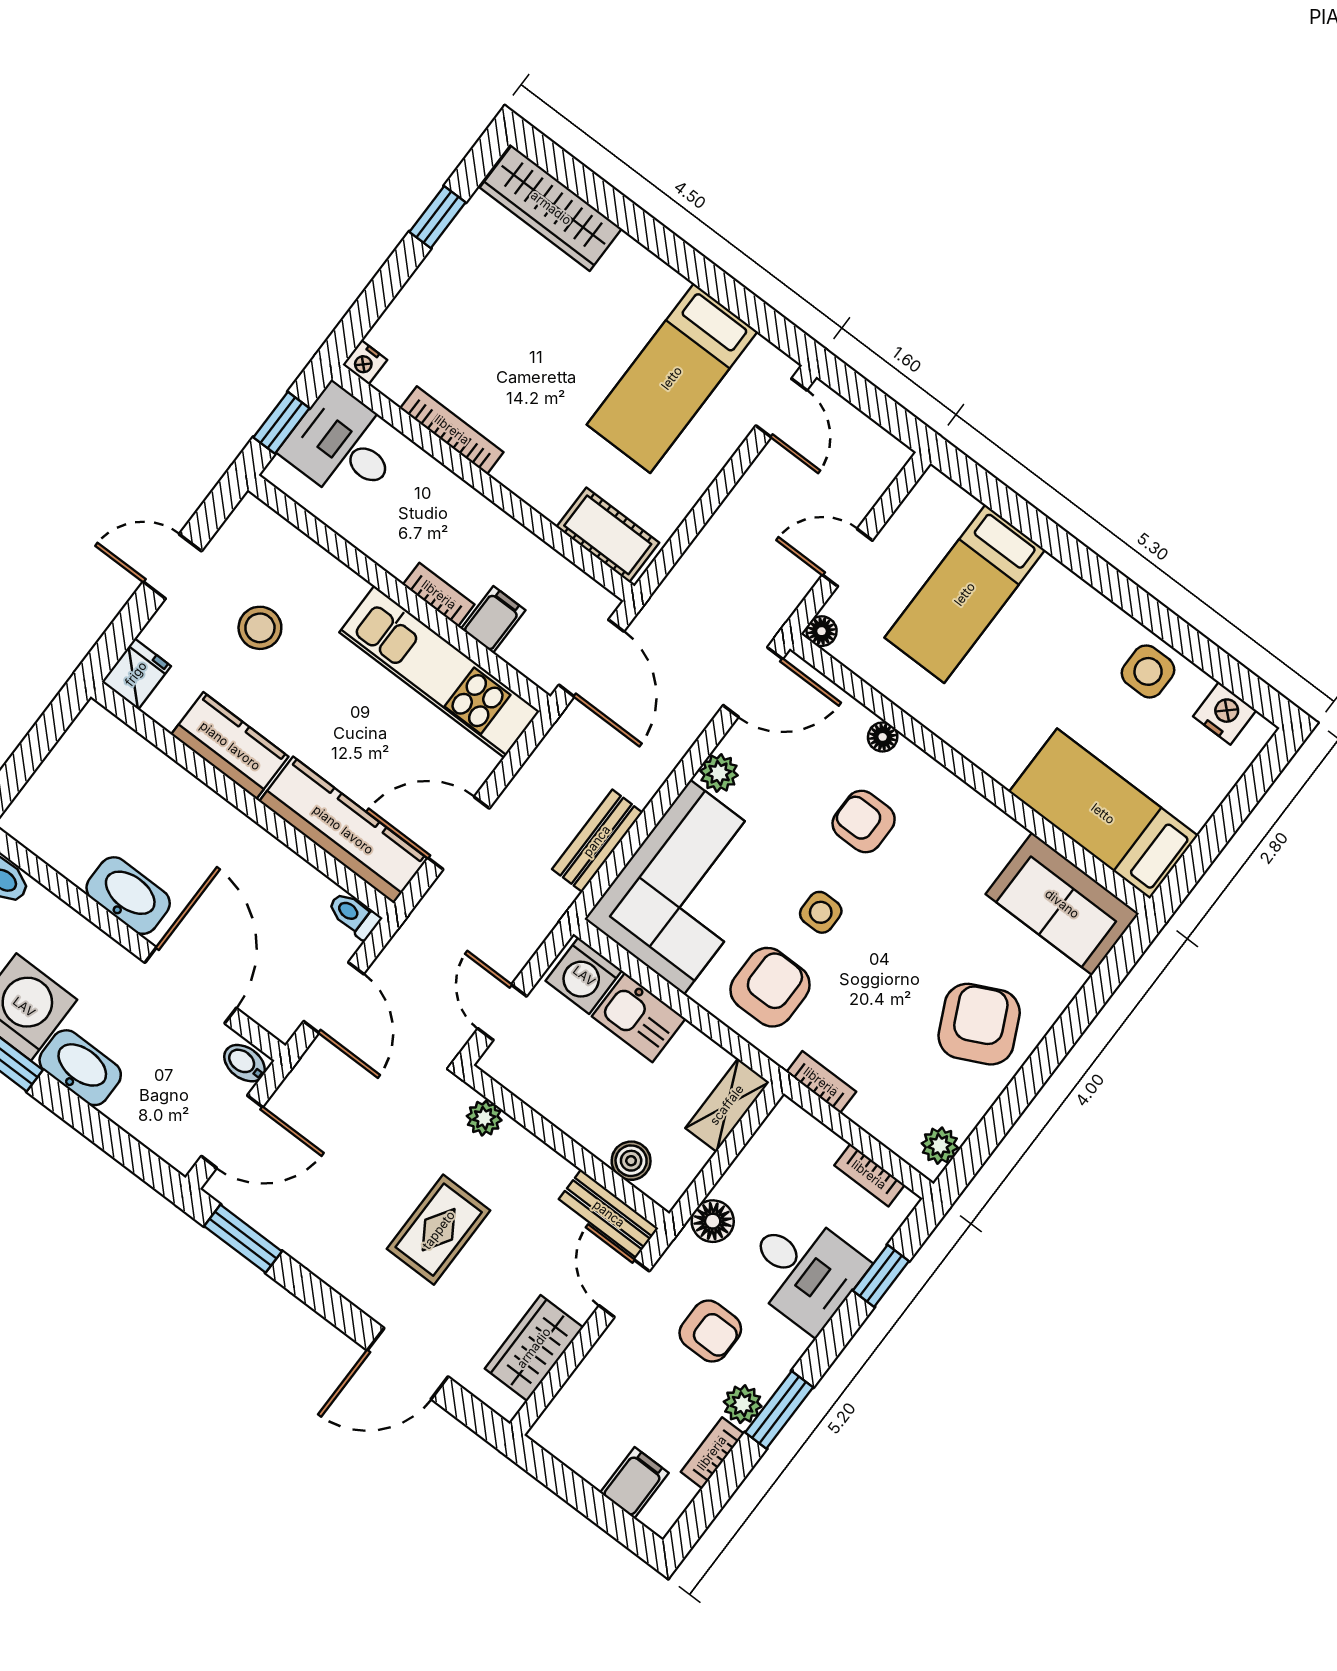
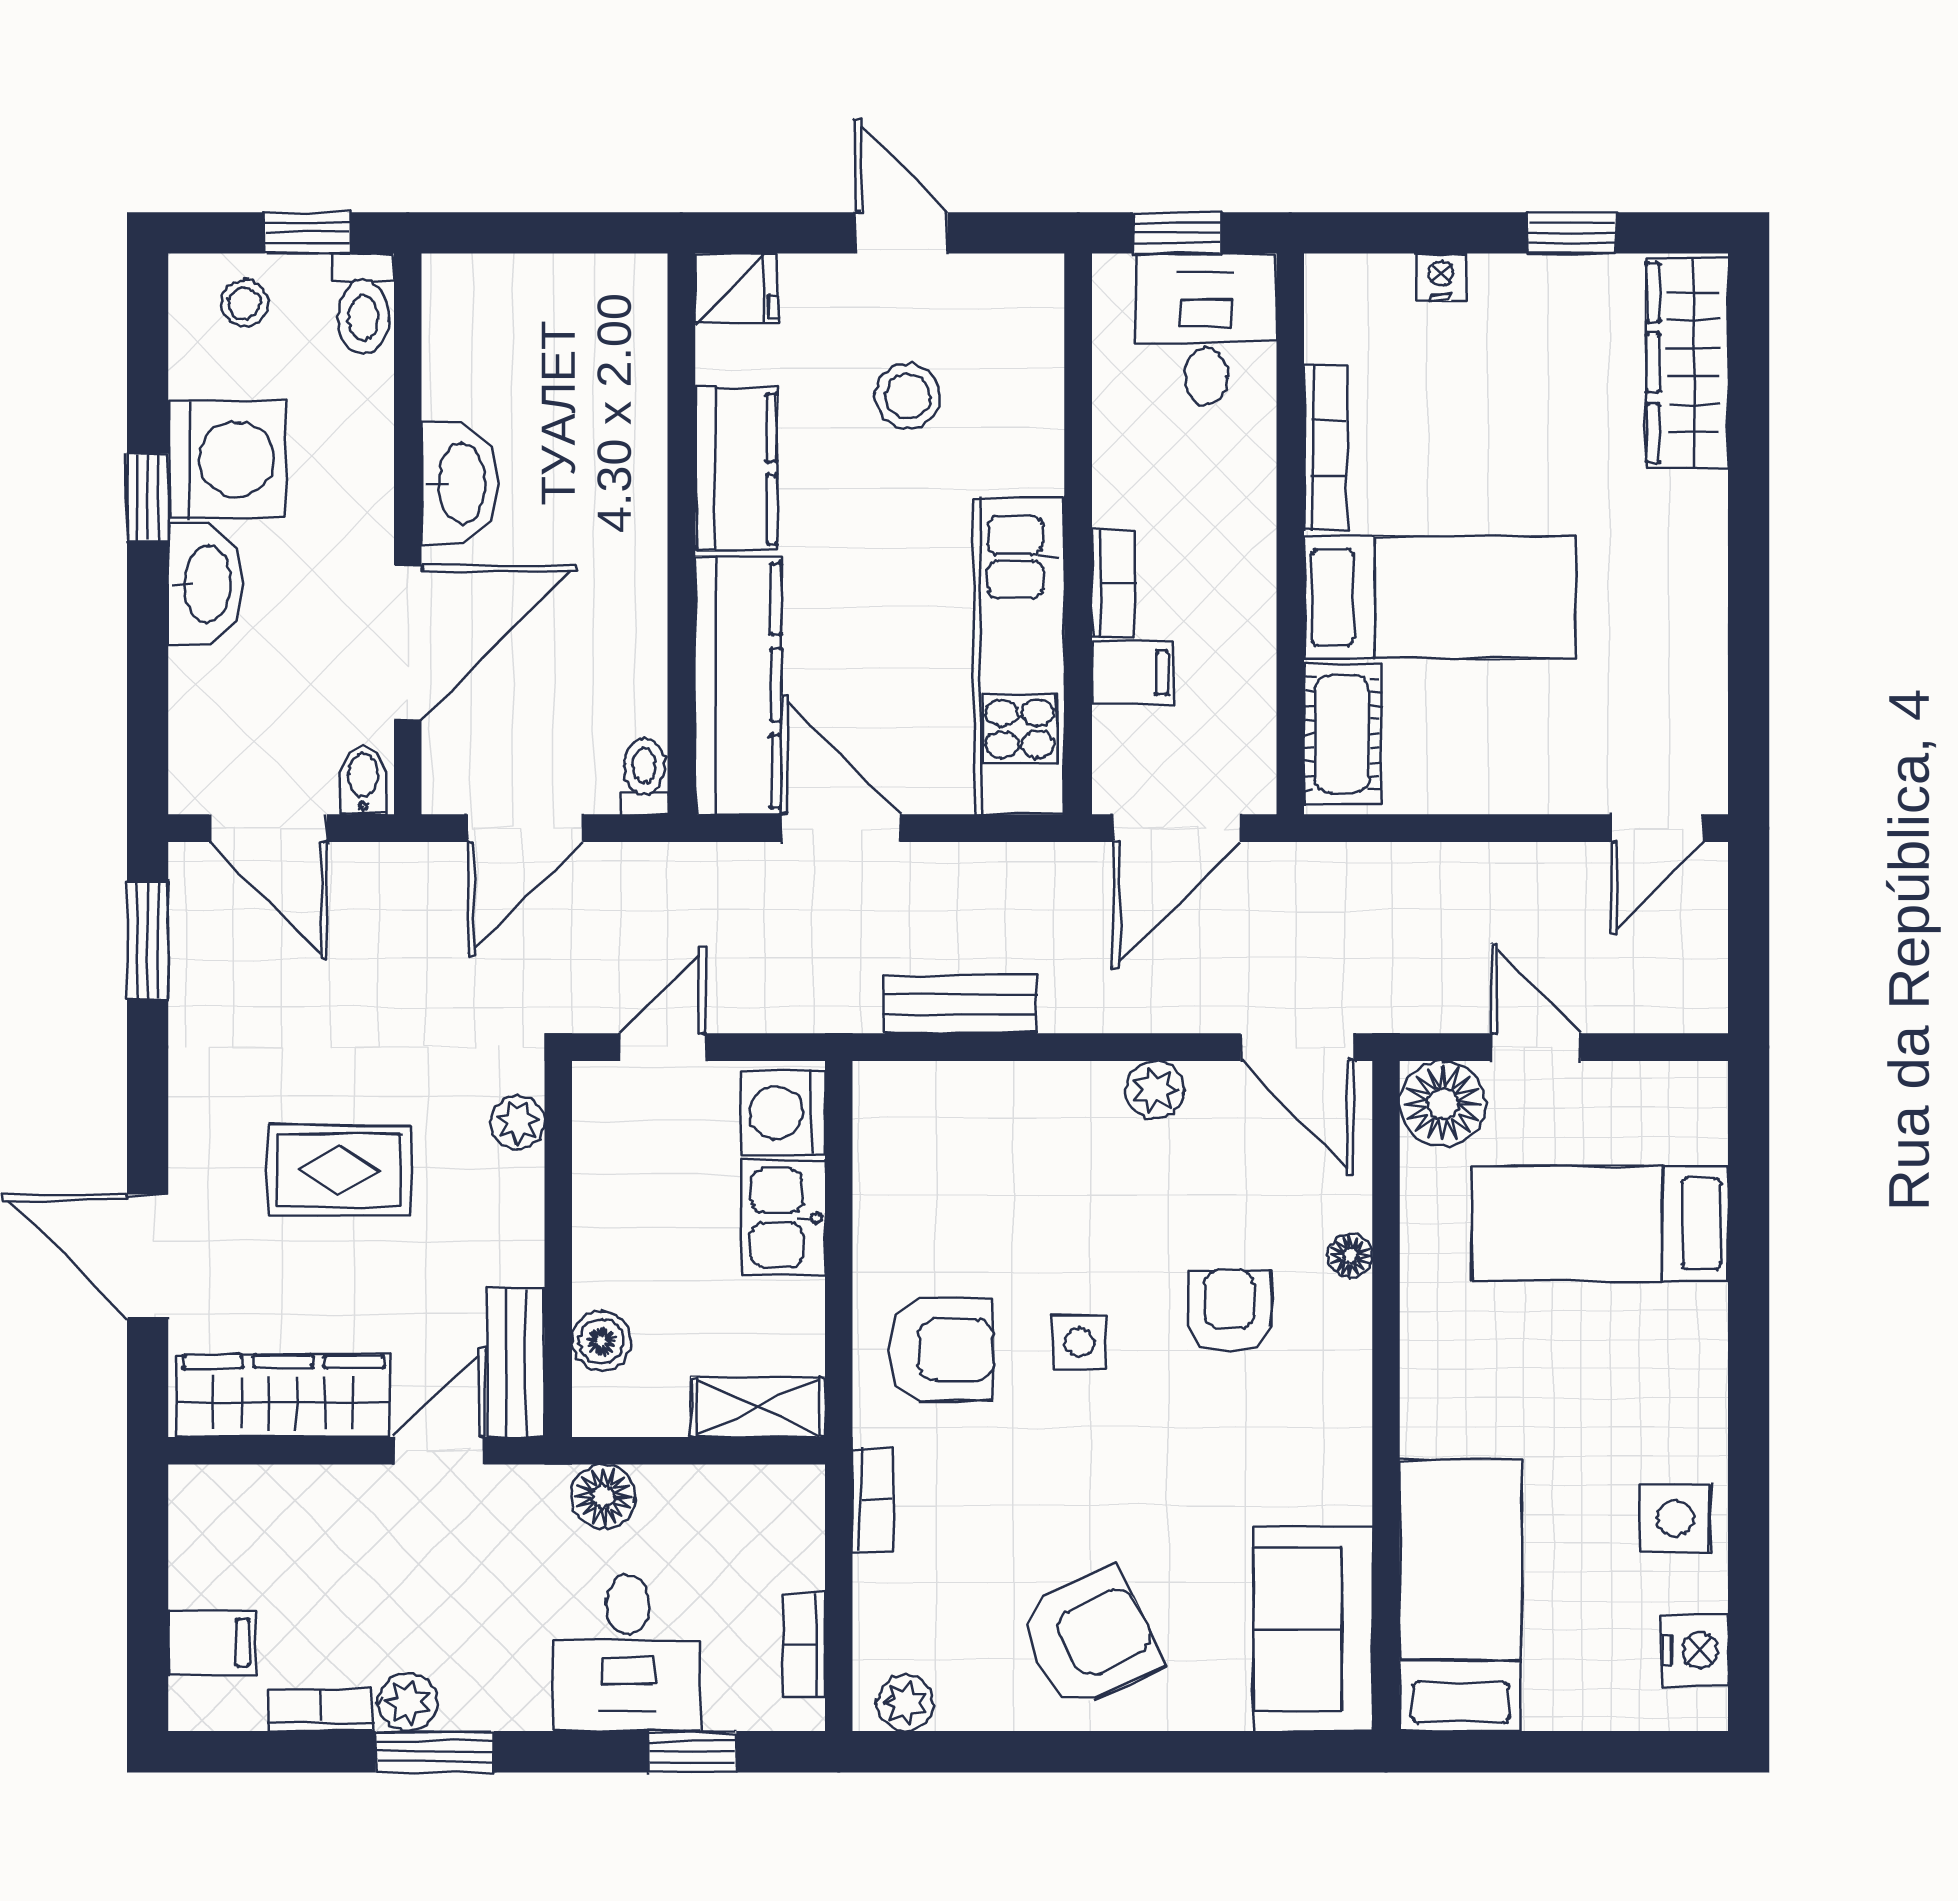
nightstand: (365, 362) -> (1441, 277), moved, turned 90
bed: (672, 378) -> (1440, 597), moved, turned 180
floor lamp: (822, 631) -> (1443, 1104), width x1.89, depth x1.89
corner sofa: (687, 887) -> (986, 1156), removed
armchair: (710, 1331) -> (467, 1595), removed
wardrobe: (534, 1348) -> (283, 1396), width x1.50

